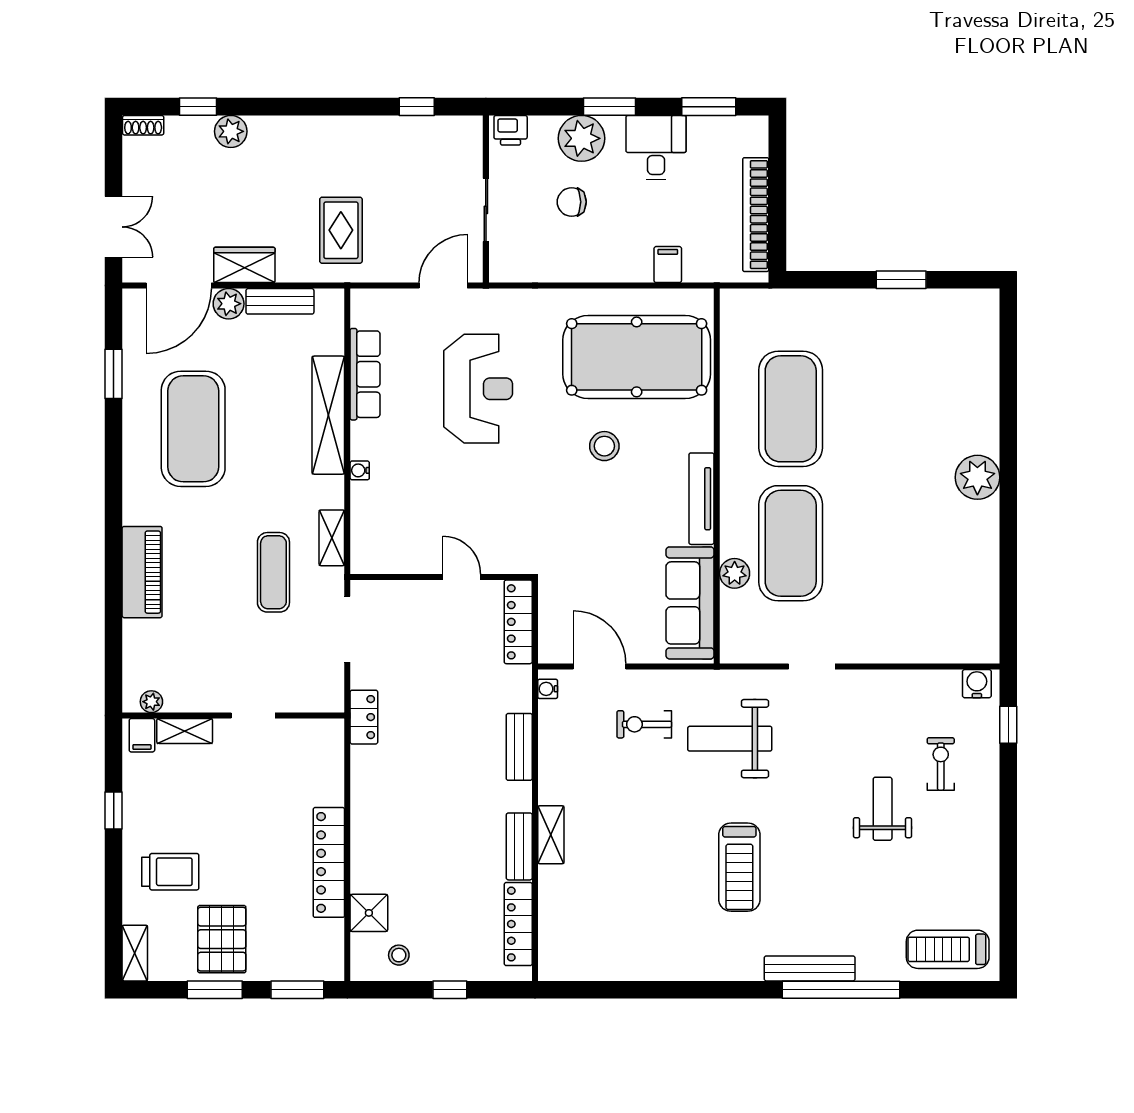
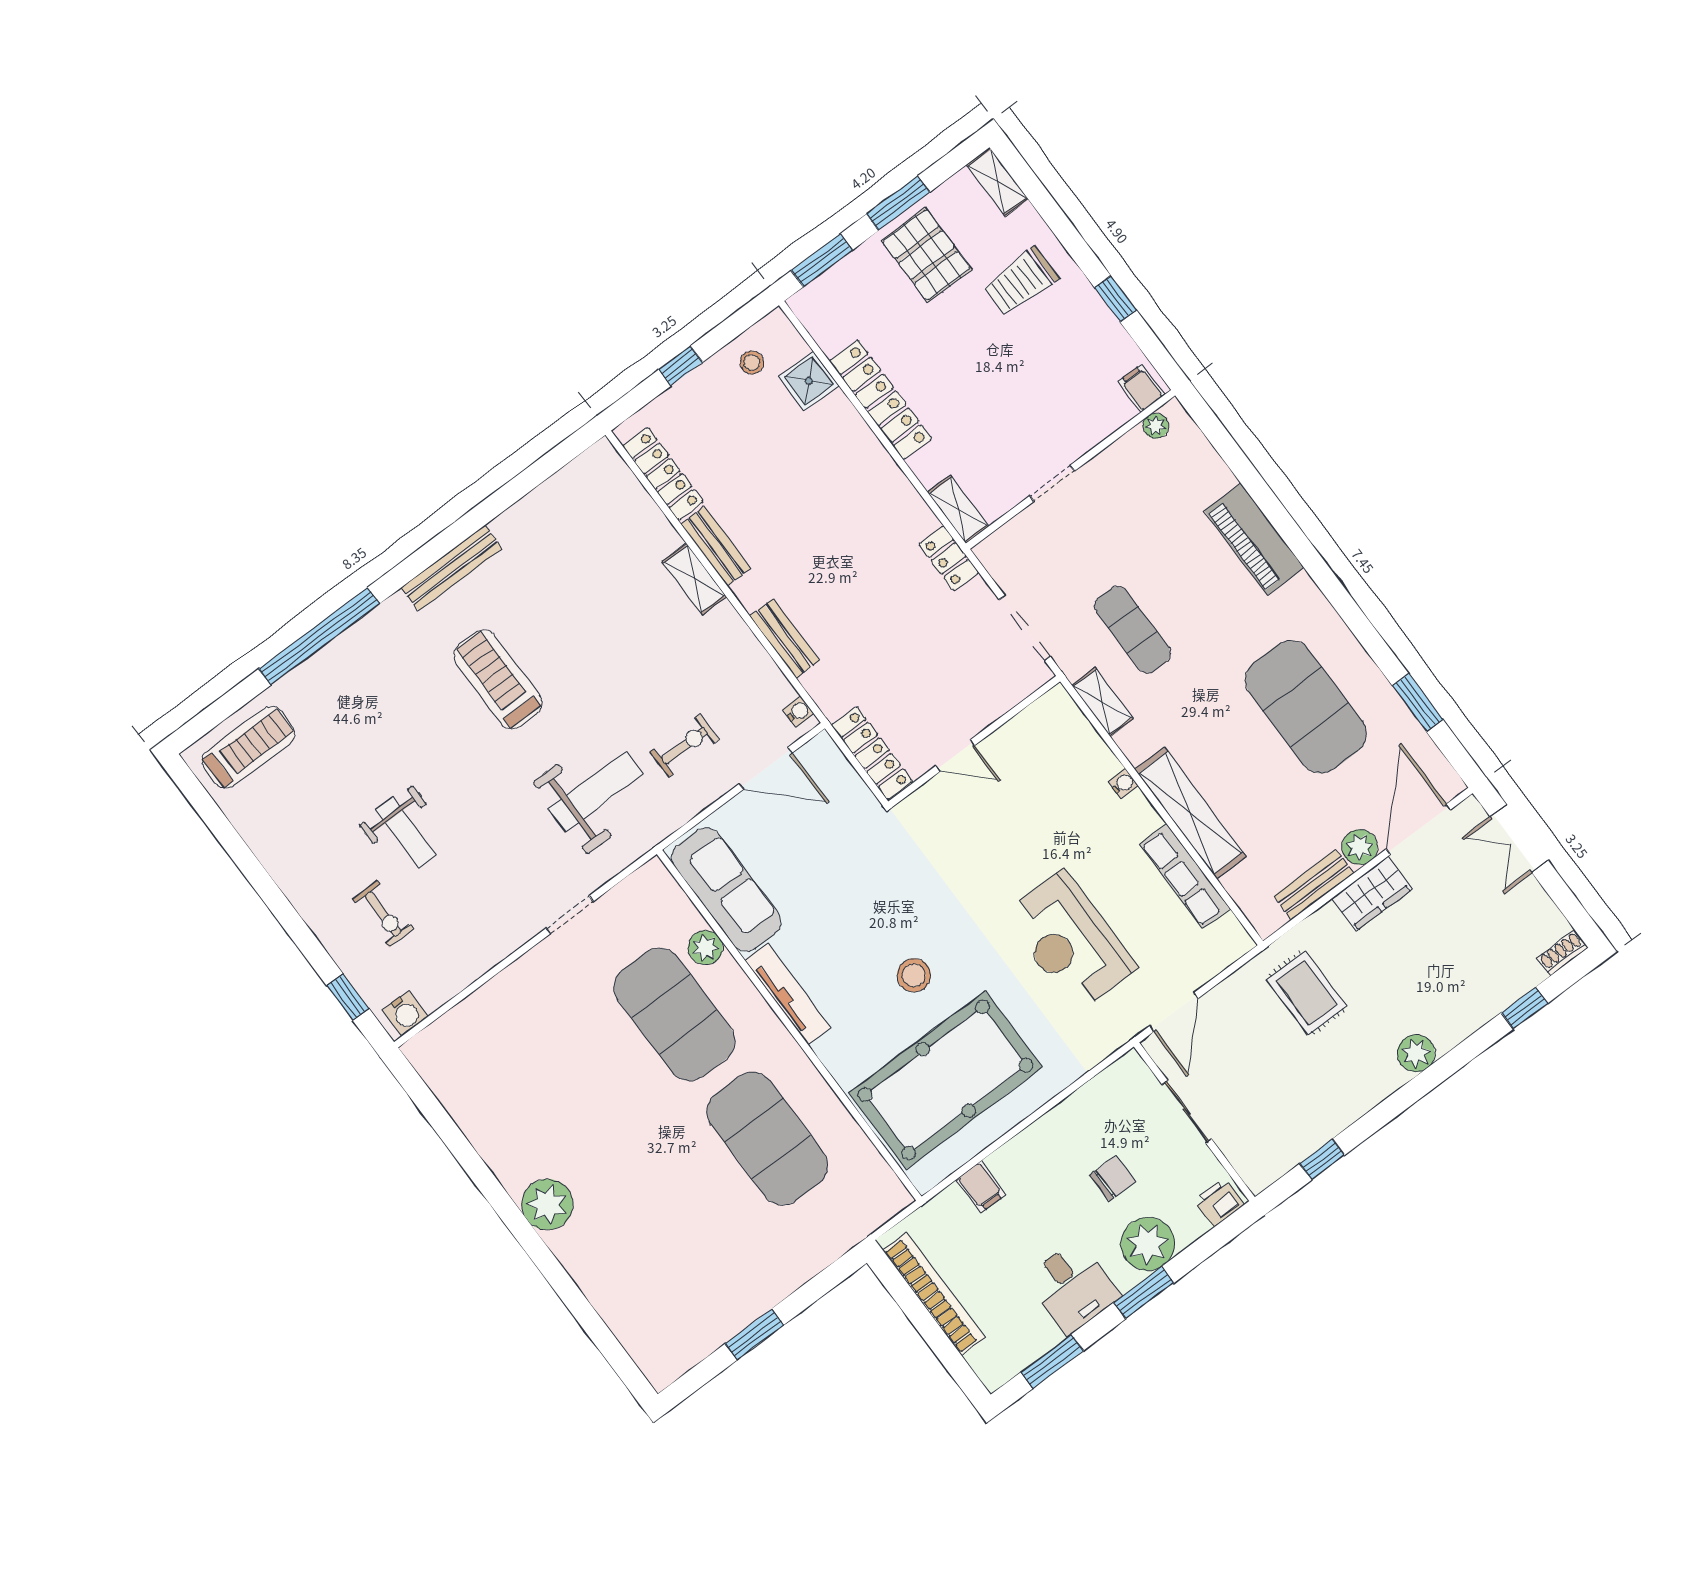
plant: (231, 131) -> (1416, 1053), moved
shelving: (185, 731) -> (958, 509), moved, turned 90
bench: (810, 968) -> (452, 568), moved

